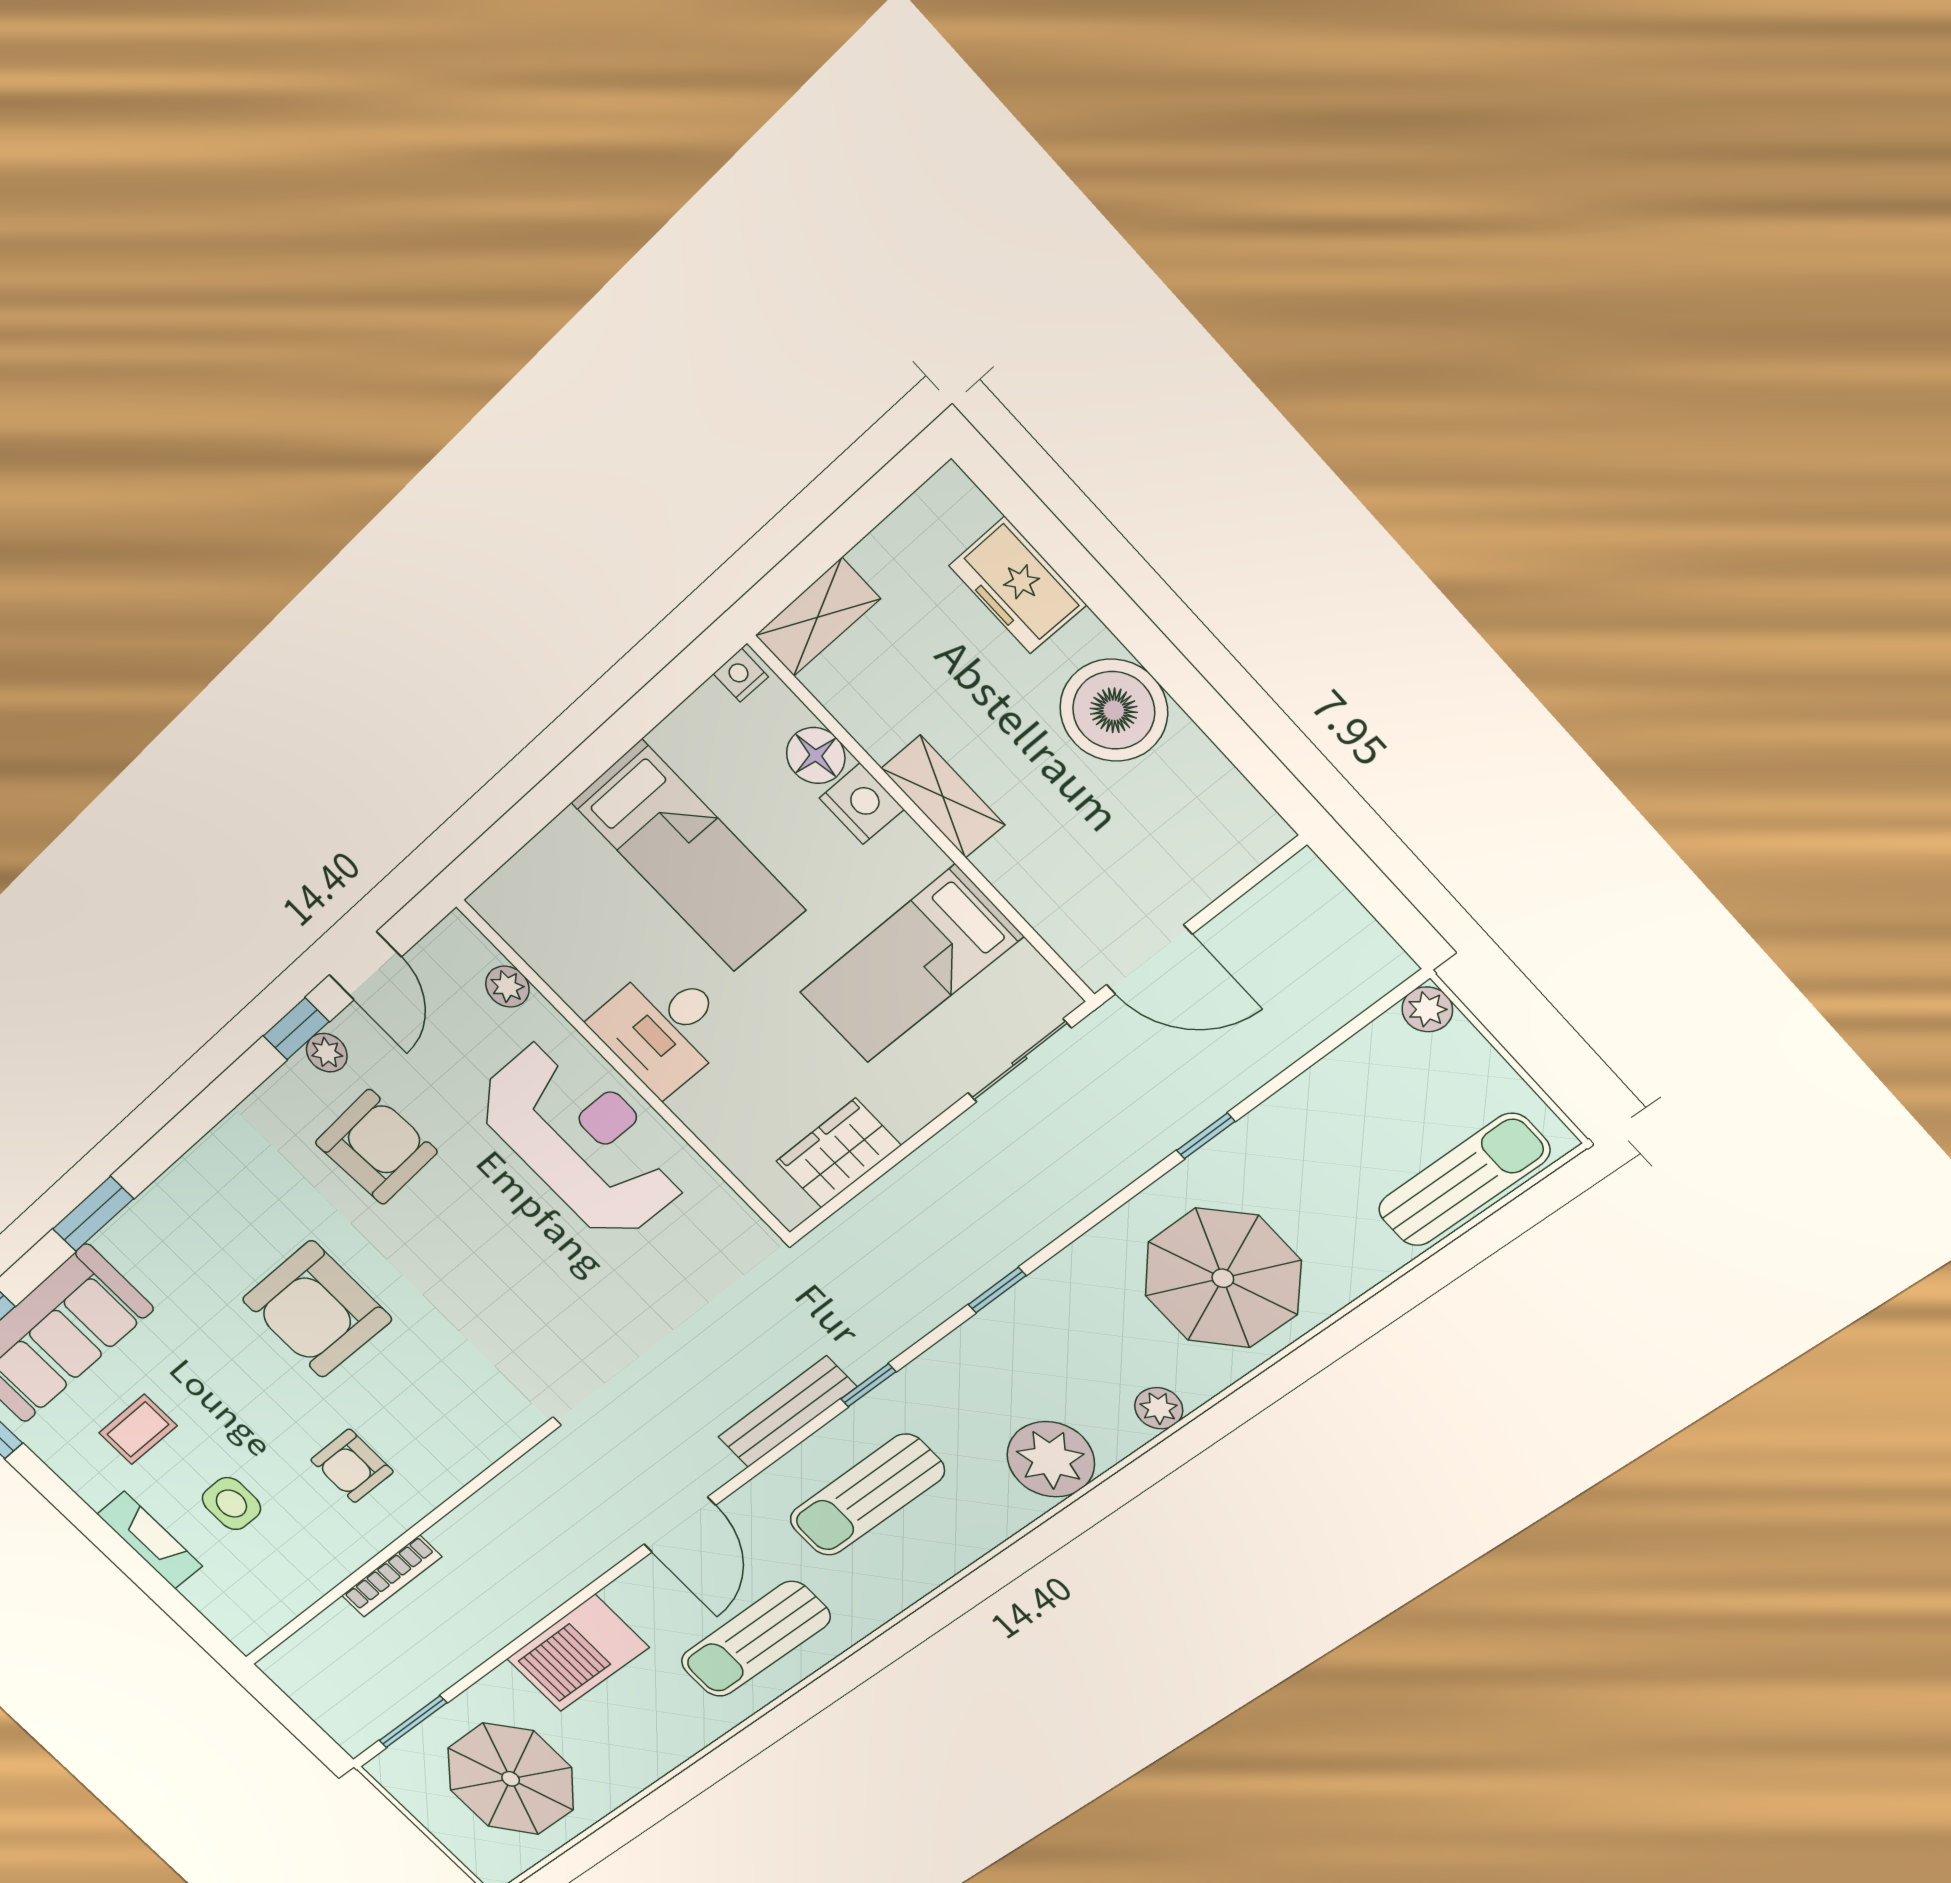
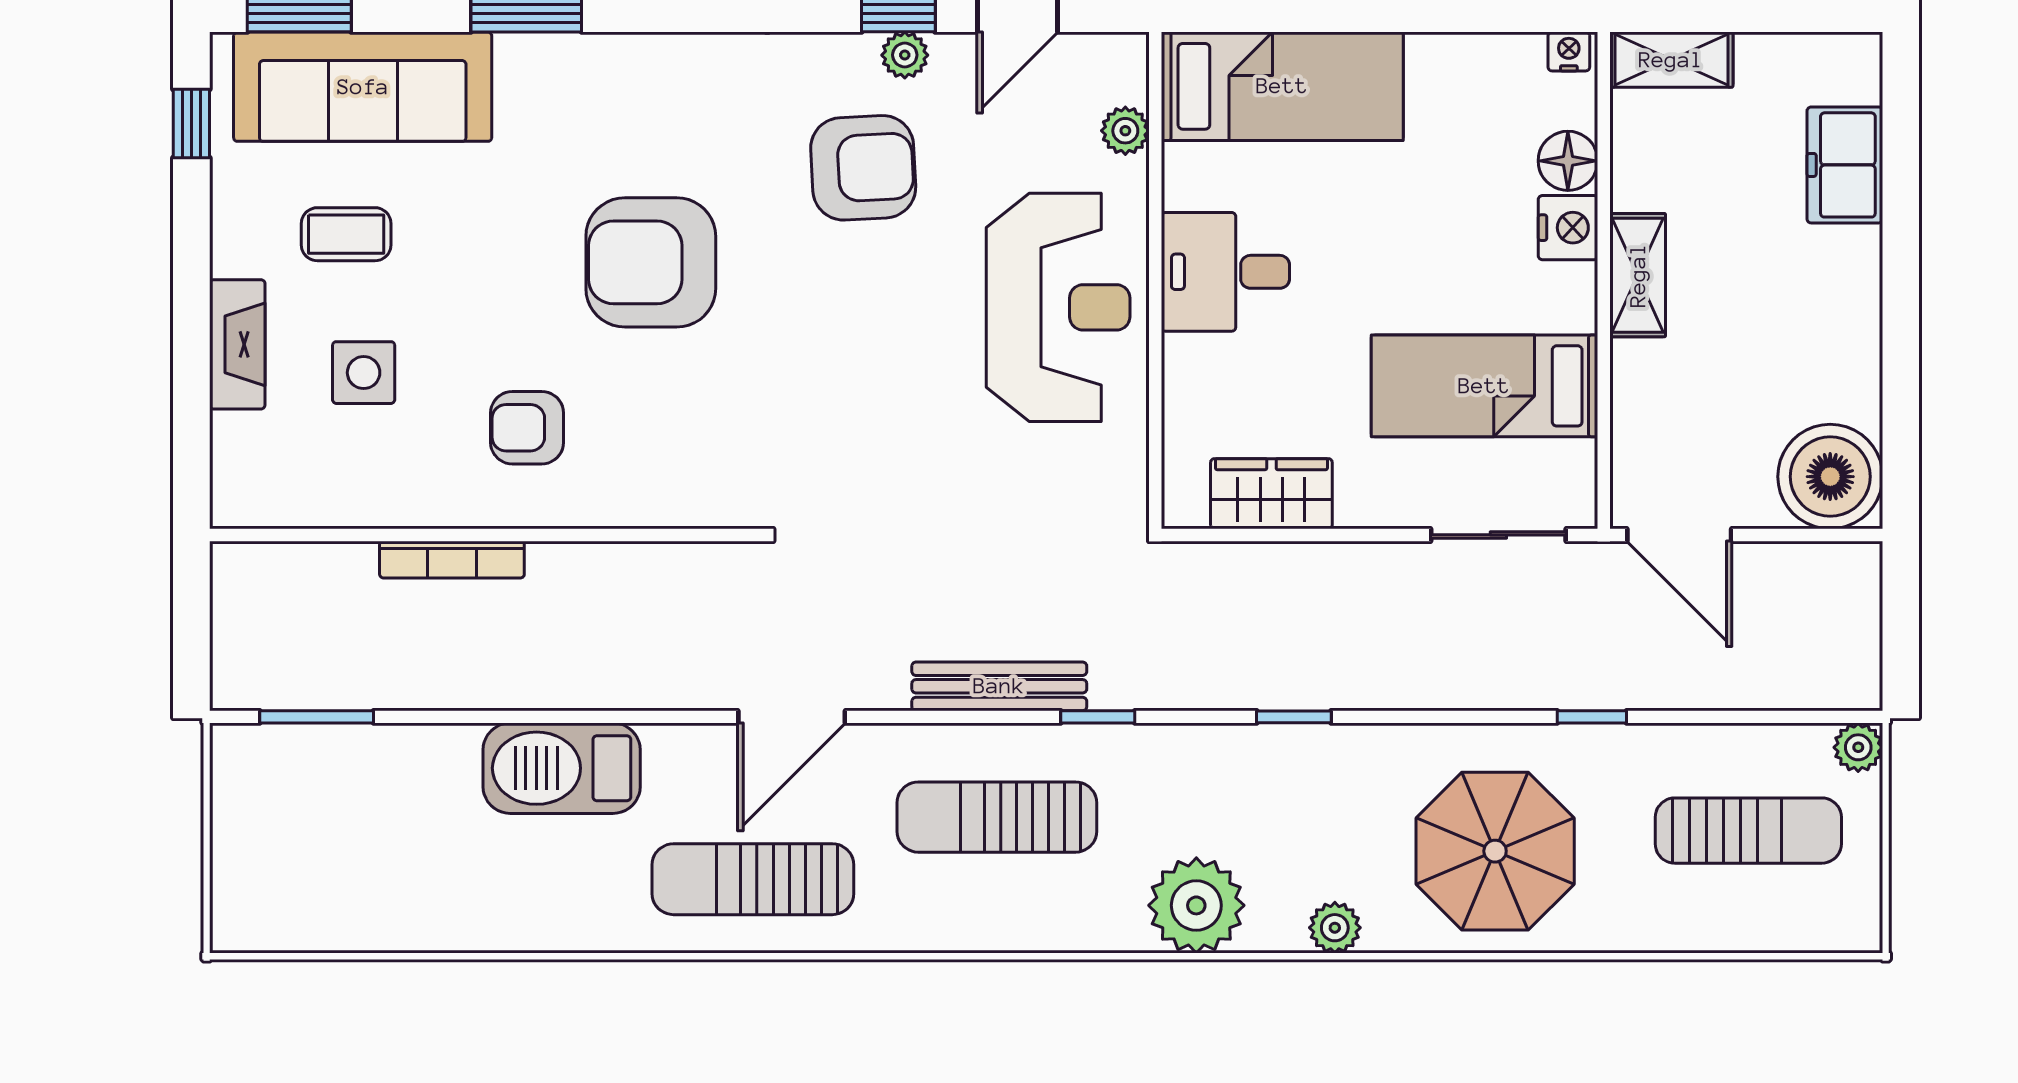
boiler: (1114, 710) -> (1830, 477), moved
bed: (688, 856) -> (1282, 86), moved, turned -90
sun lounger: (1464, 1180) -> (1748, 831), moved
parasol: (511, 1779) -> (358, 846), removed

